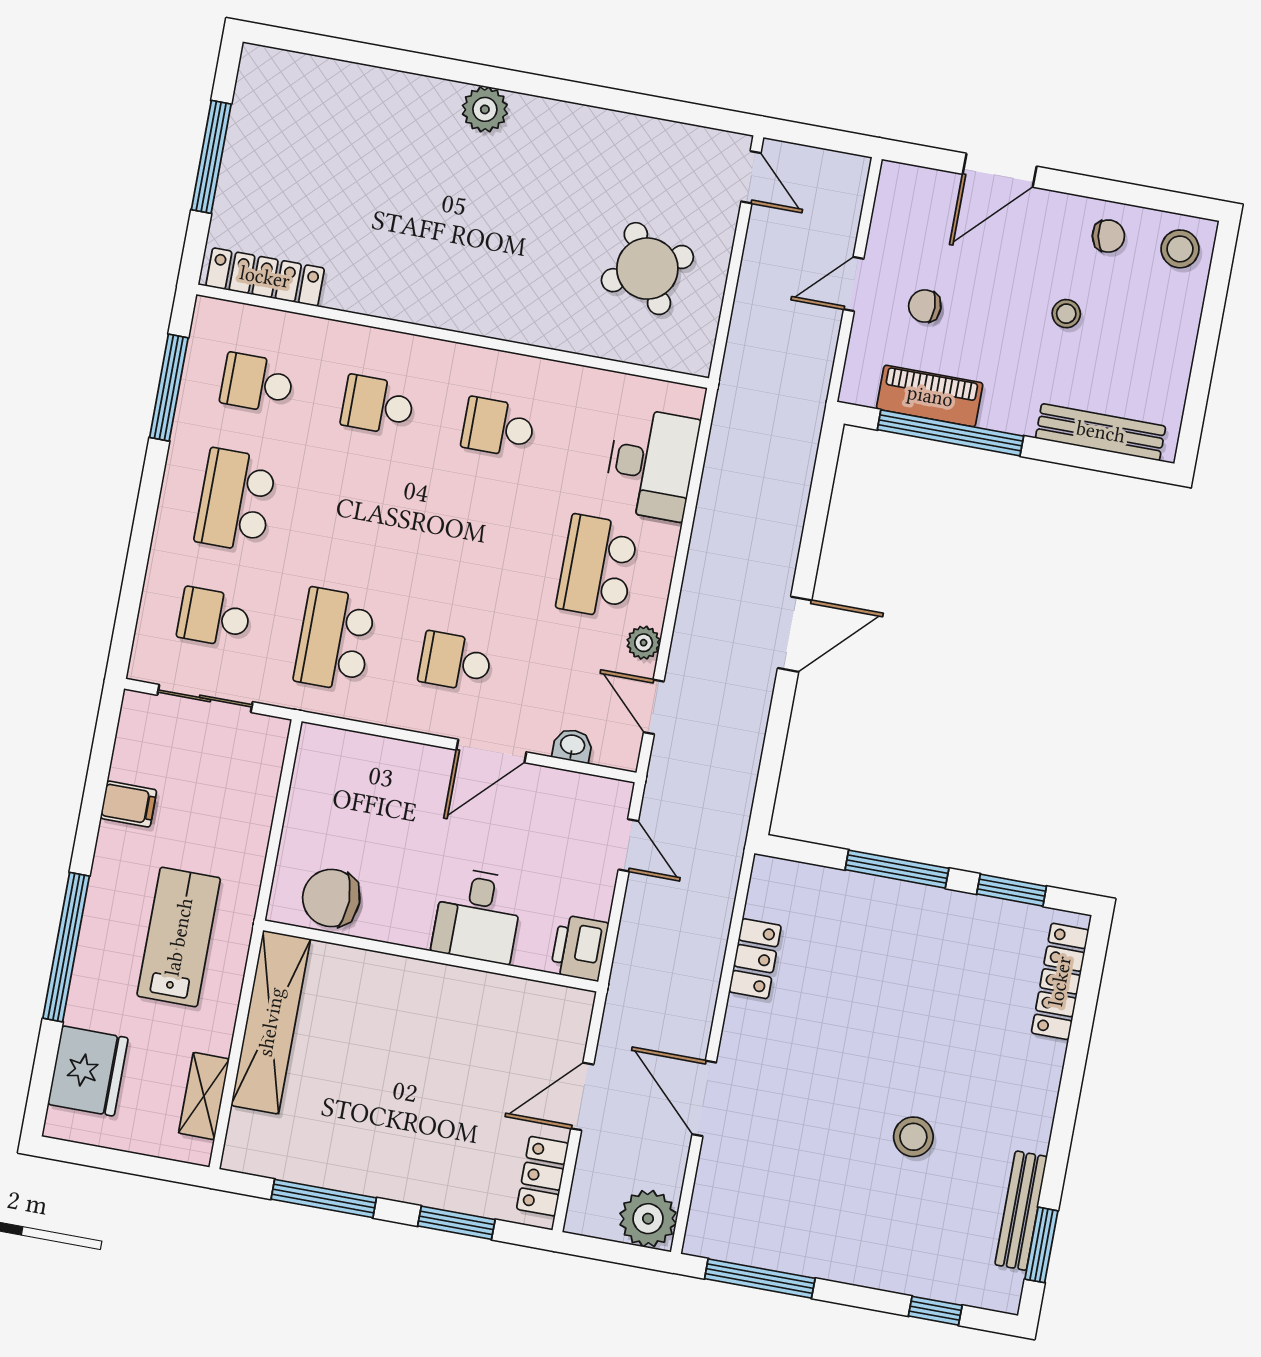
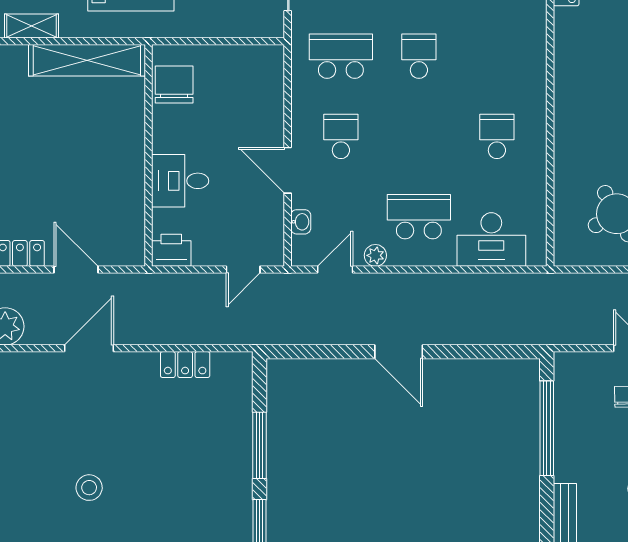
piano: (930, 396) -> (568, 410), removed
school desk: (378, 405) -> (419, 56), moved

